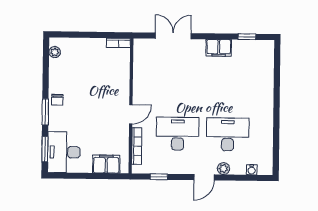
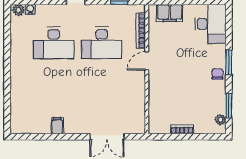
window: (247, 37) -> (36, 137), removed
bookcase: (118, 43) -> (182, 129), moved
filing cabinet: (219, 48) -> (57, 126), width x0.50
window: (45, 149) -> (229, 106), moved
plant: (223, 169) -> (18, 10), moved

